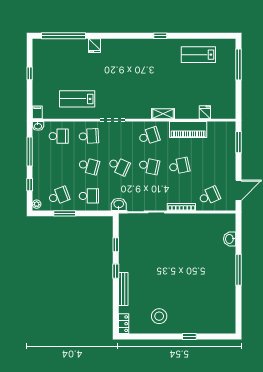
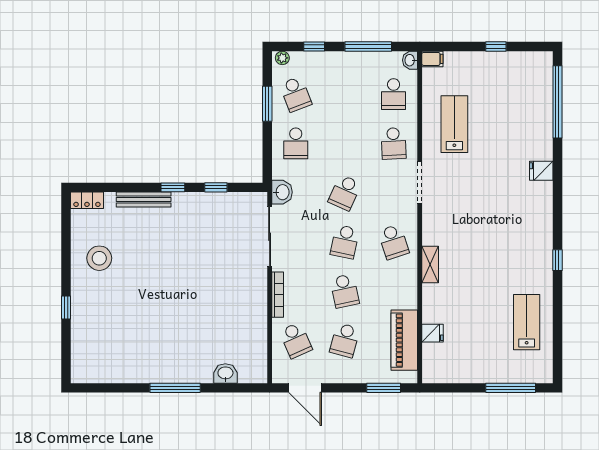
fridge: (95, 46) -> (541, 171), moved
piano: (188, 129) -> (404, 340), moved
school desk: (89, 166) -> (345, 340), moved

